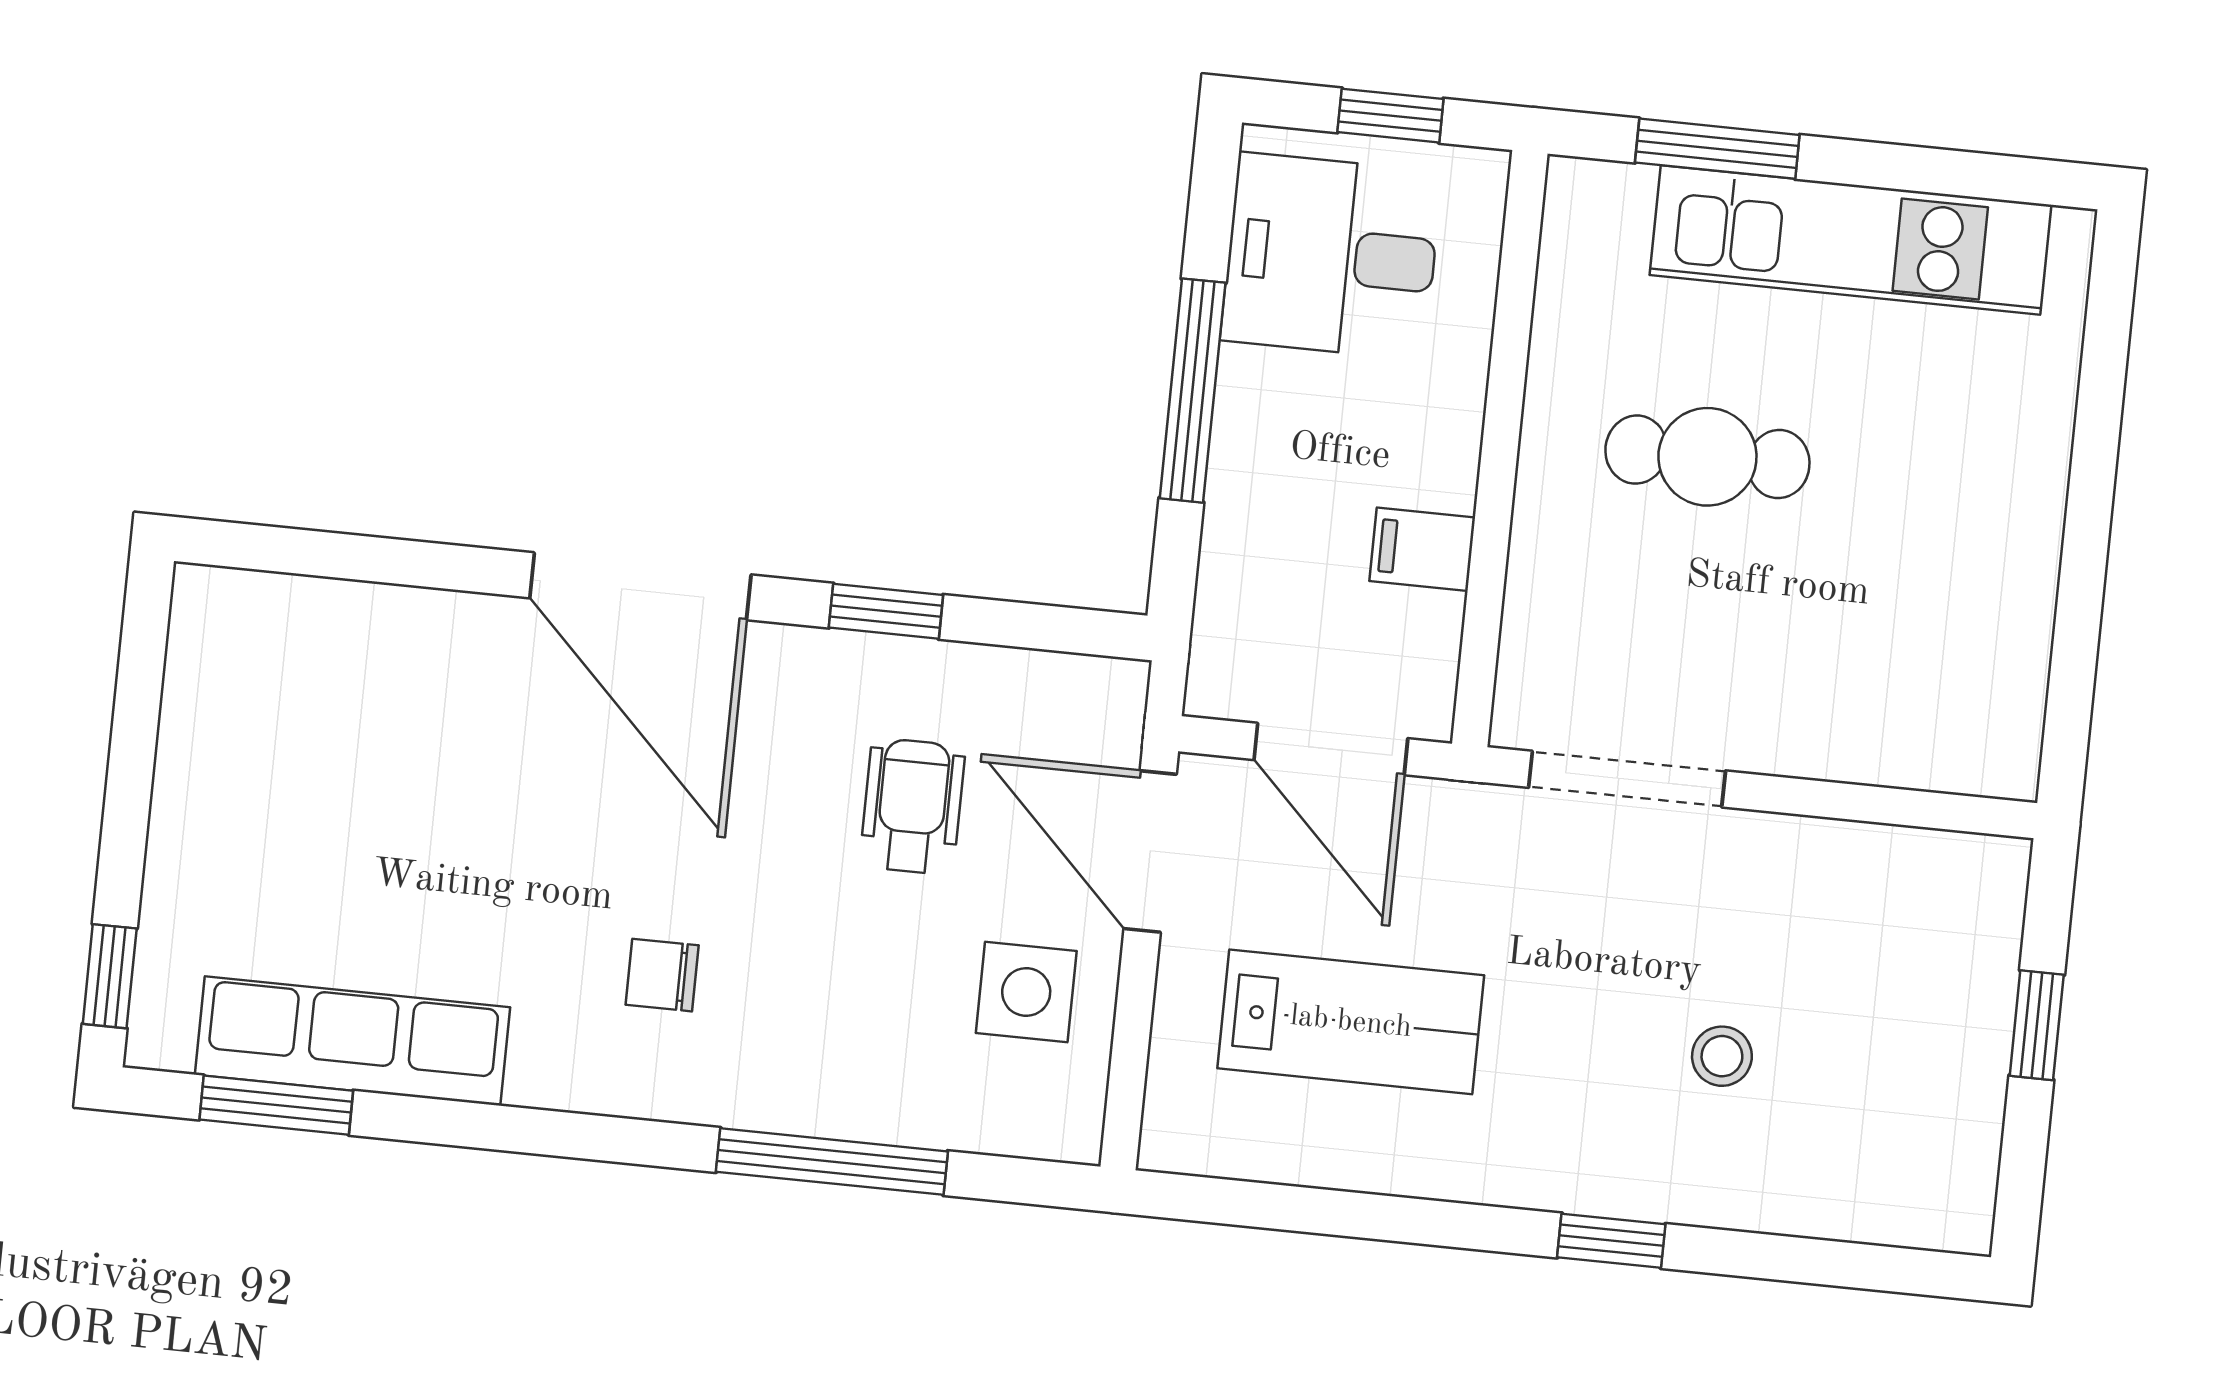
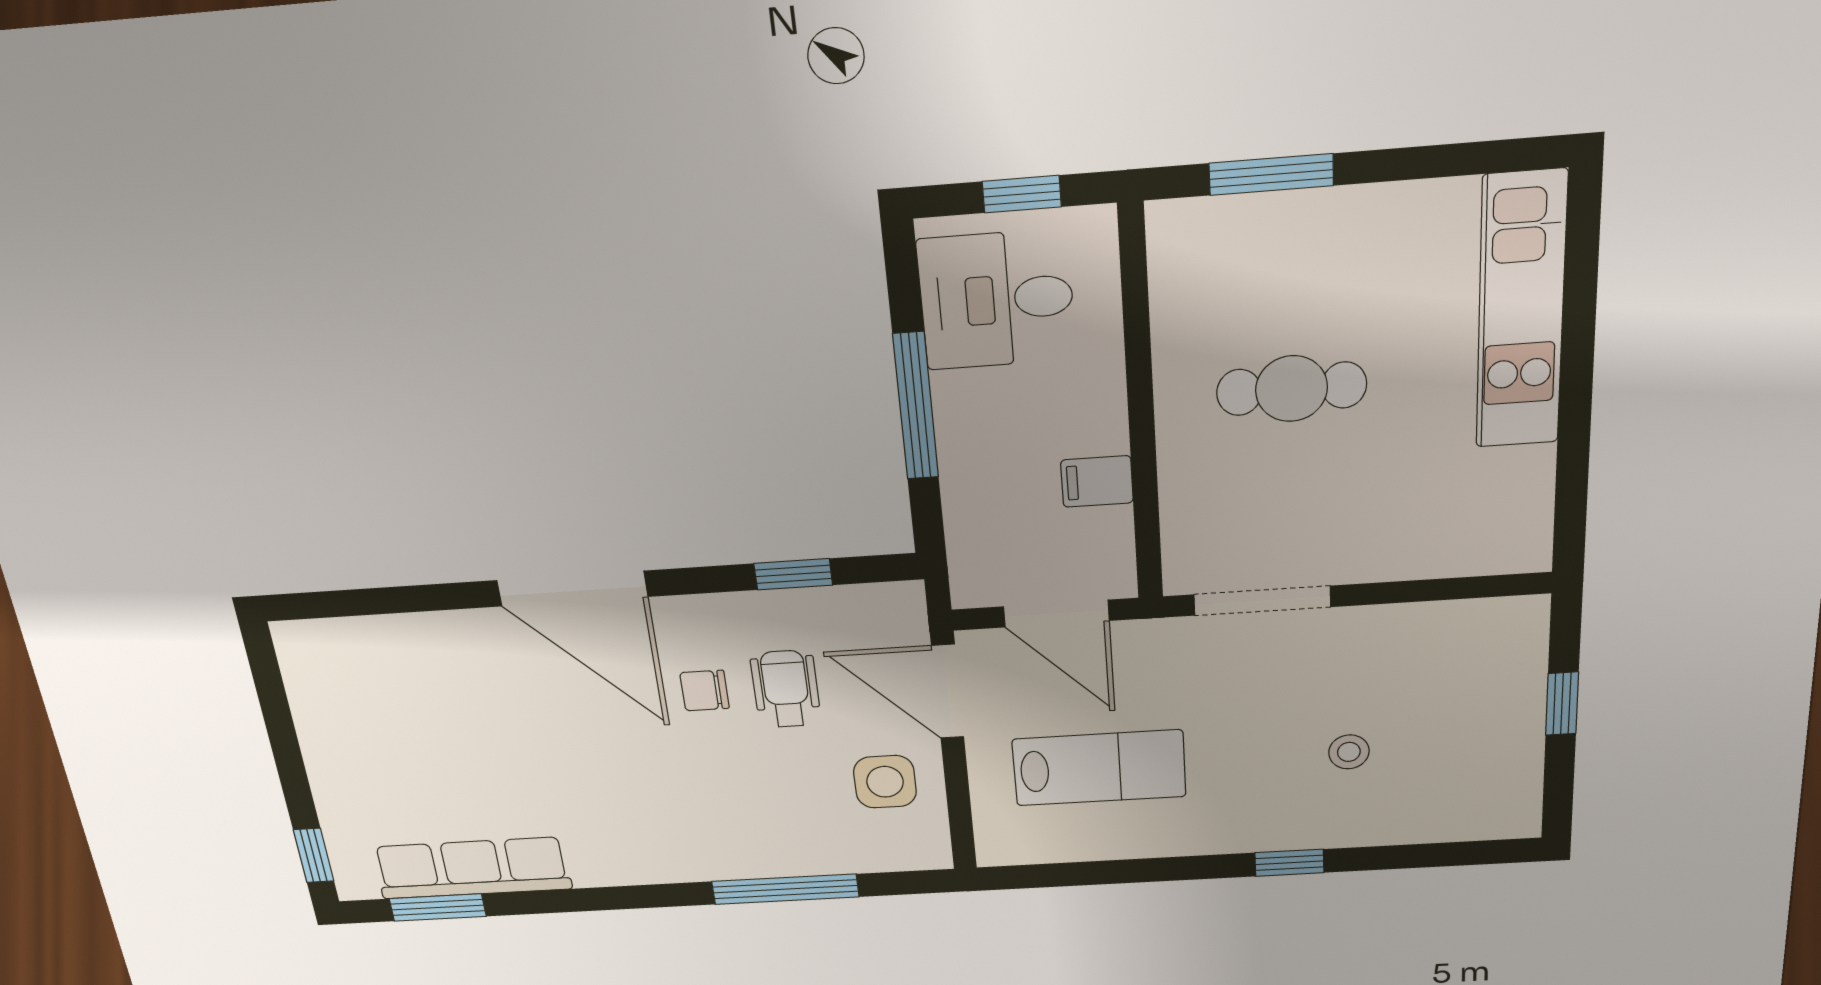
kitchen unit: (1850, 240) -> (1521, 311), moved, turned 90
window: (886, 611) -> (793, 574), moved
chair: (662, 975) -> (705, 691), moved

